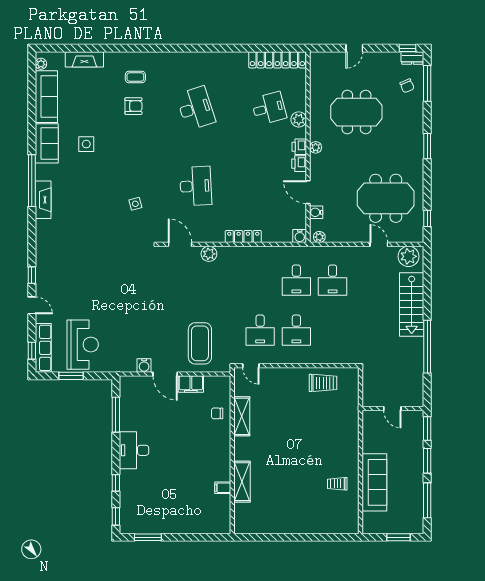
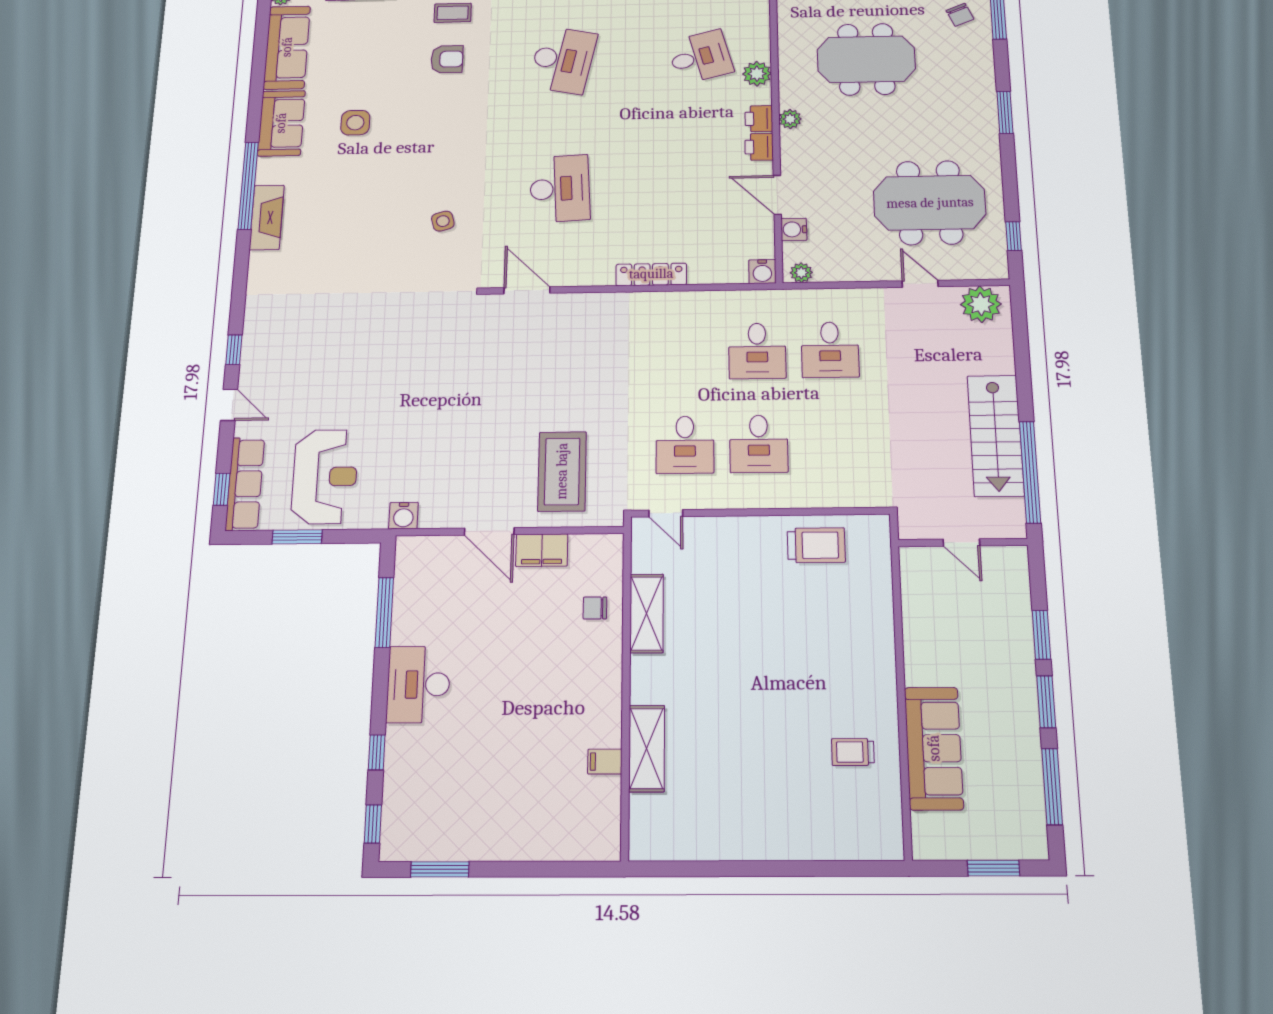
desk: (196, 108) -> (563, 60), turned 30
plant: (209, 254) -> (583, 306), removed
stairs: (412, 304) -> (996, 436), moved
water cooler: (144, 365) -> (403, 516), moved
door: (392, 409) -> (961, 543), moved
wall: (393, 409) -> (963, 543), moved

